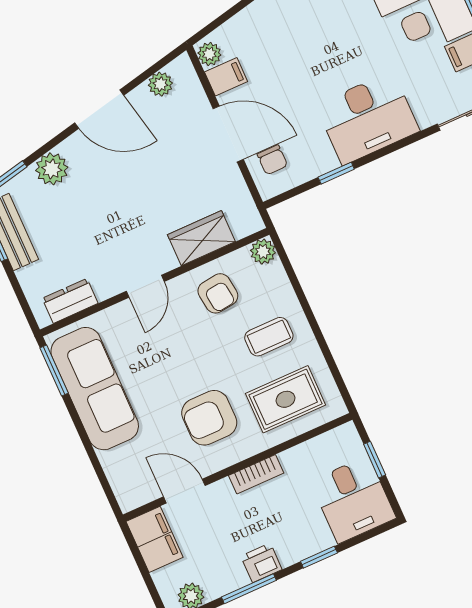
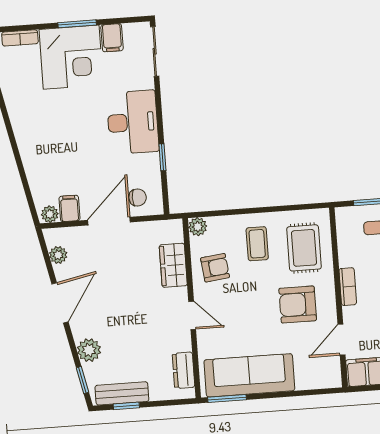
armchair: (209, 418) -> (298, 304), turned 90

